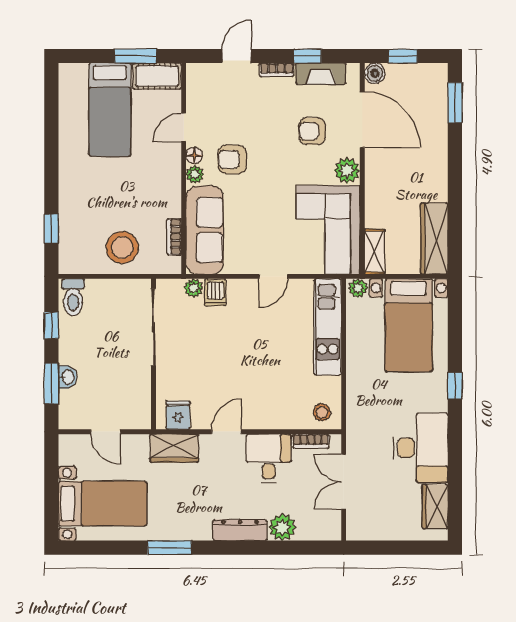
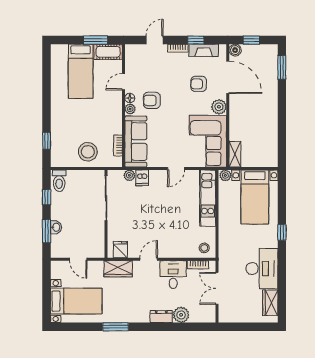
wardrobe: (434, 239) -> (270, 146), removed
dresser: (240, 530) -> (161, 317), width x0.70

